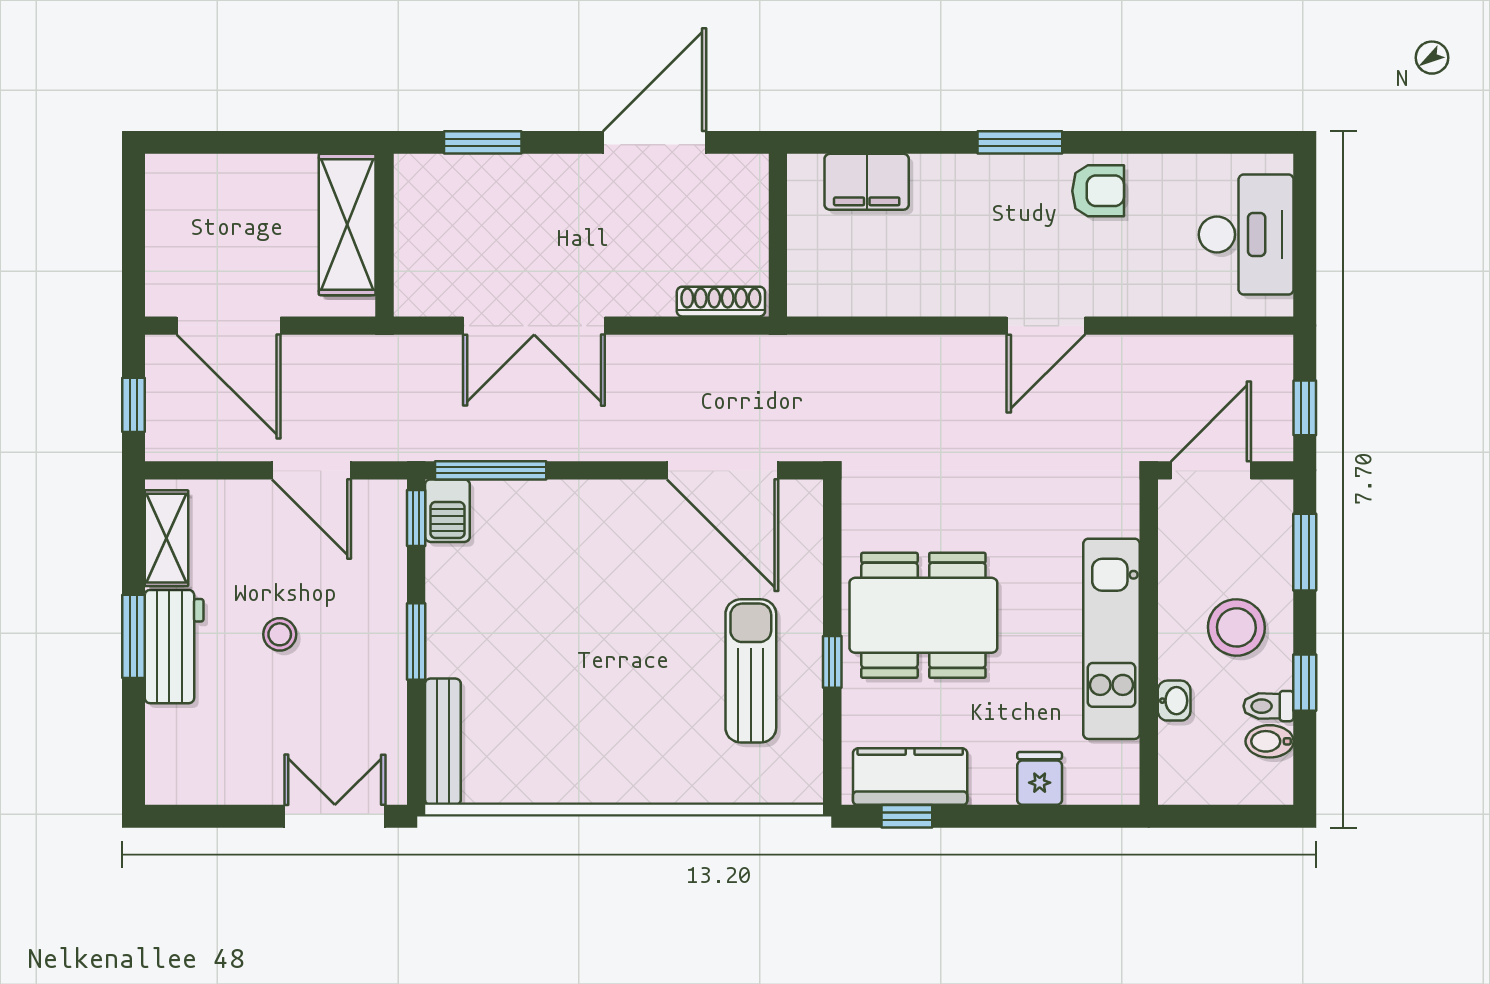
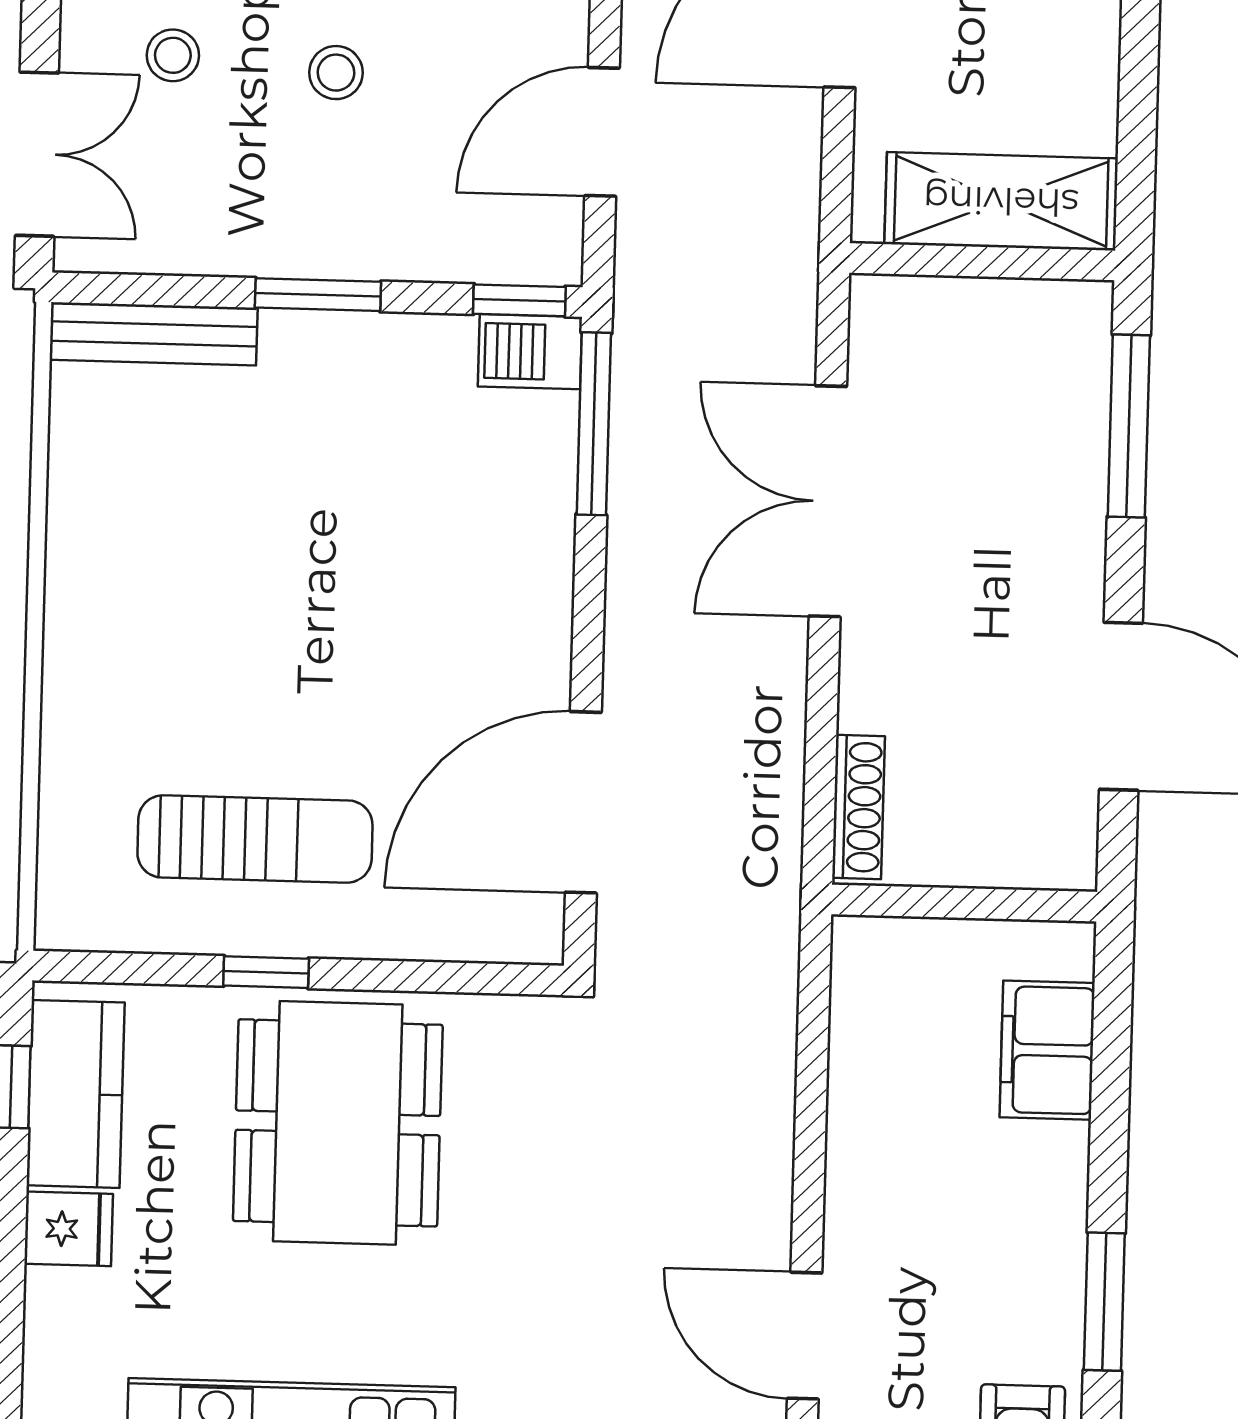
window: (483, 142) -> (1129, 426), width x1.44
stool: (272, 735) -> (173, 55), added
fridge: (1040, 778) -> (69, 1229), moved

